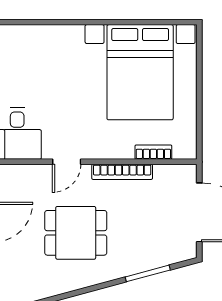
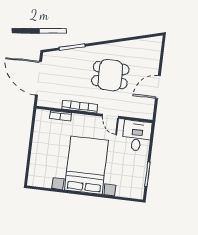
bed with nightstands: (140, 72) -> (86, 165), moved
door: (67, 162) -> (111, 116), swing flipped

